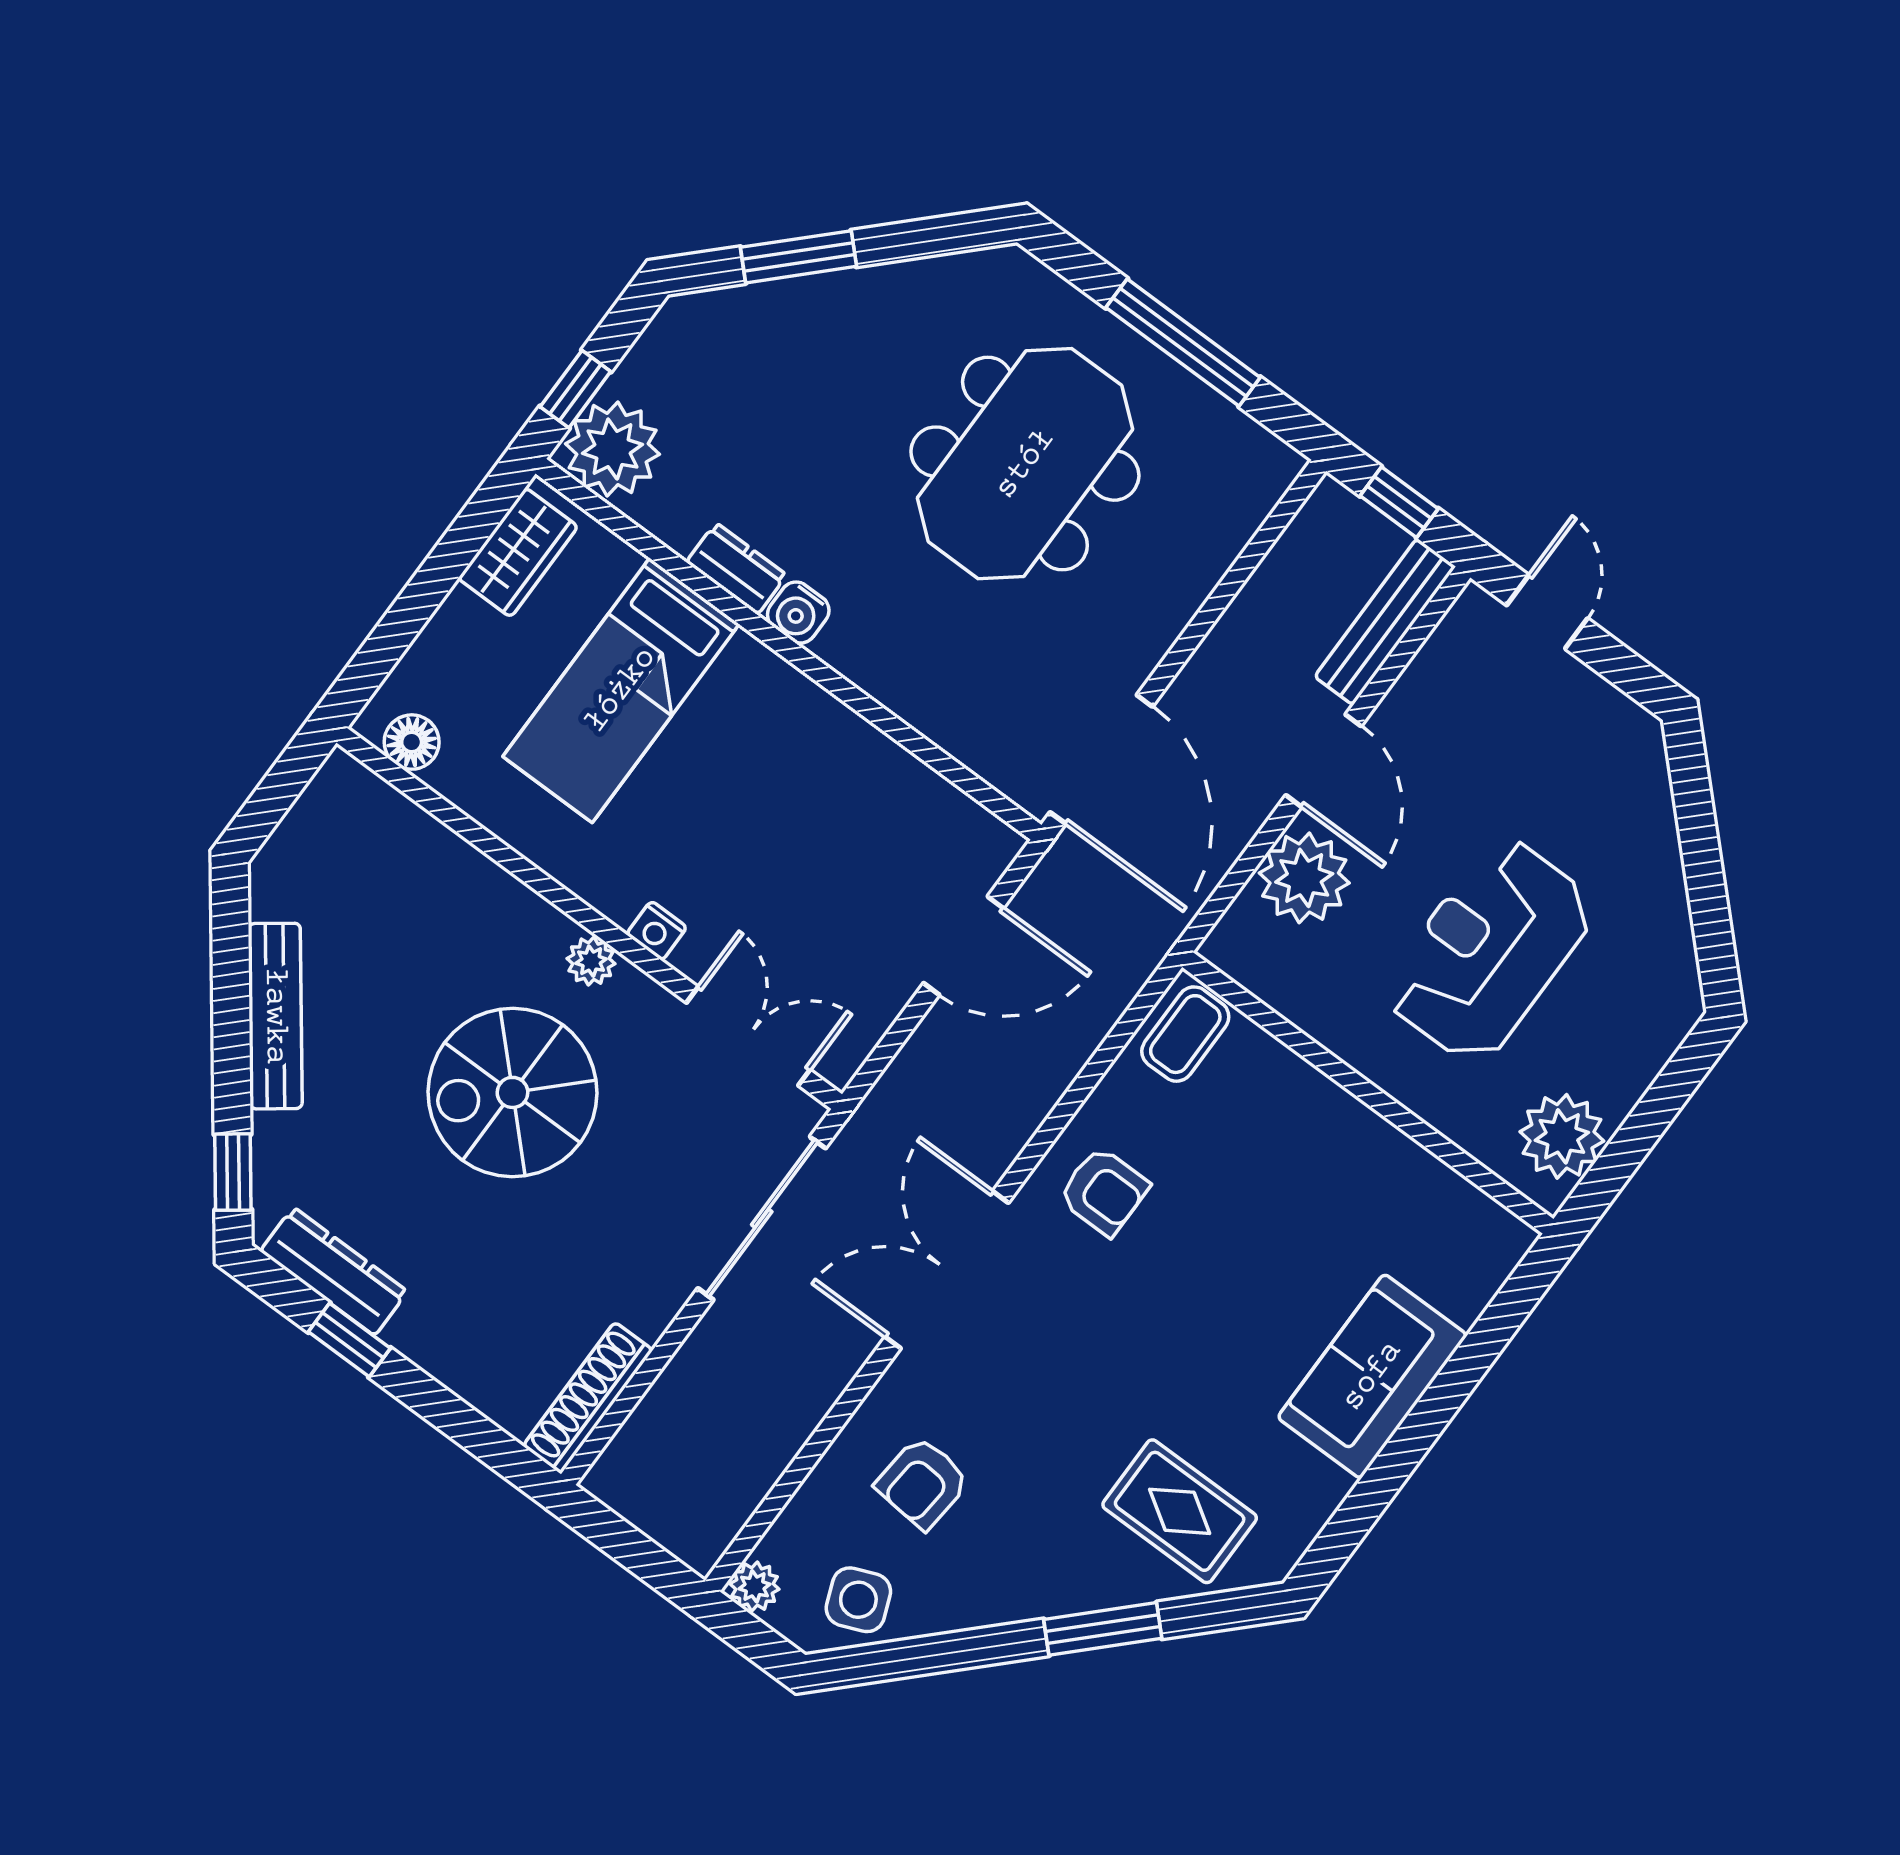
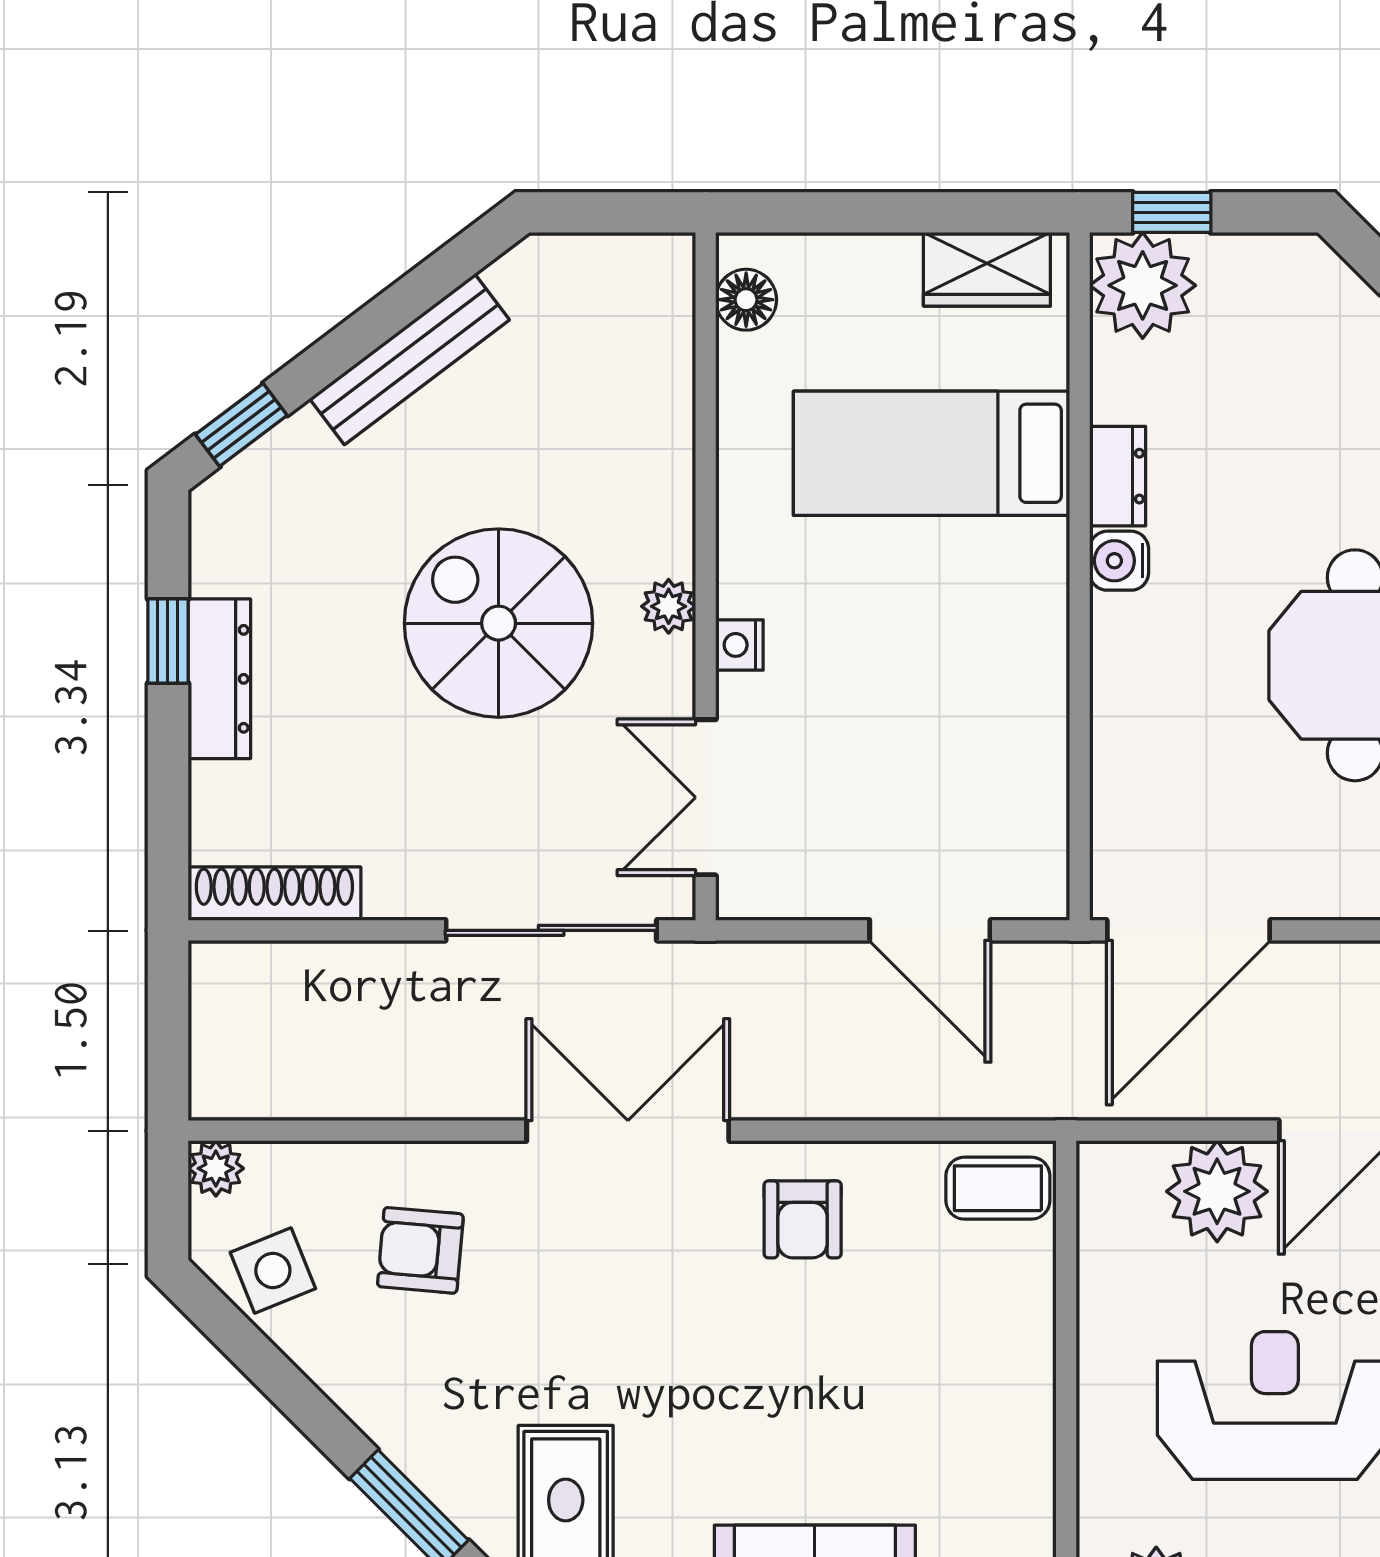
double door: (748, 1036) -> (706, 797), swing flipped
dresser: (334, 1271) -> (219, 679), moved

